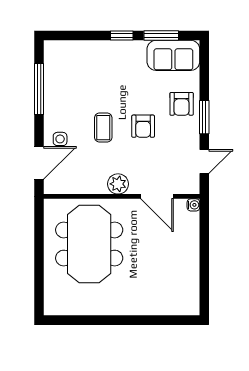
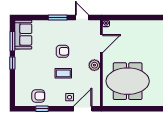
window: (39, 89) -> (42, 109), width x0.46
armchair: (182, 104) -> (38, 96), moved
door: (39, 163) -> (83, 109), hinge flipped

